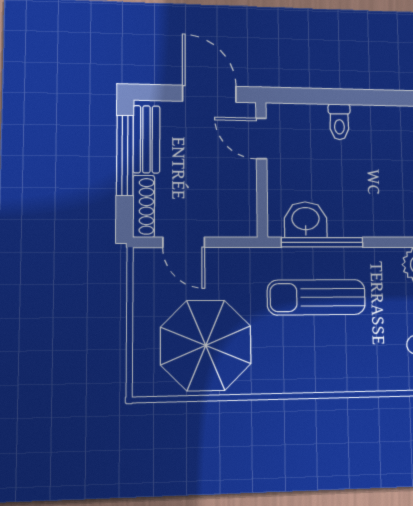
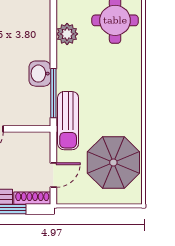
washbasin: (306, 220) -> (40, 74), moved
sun lounger: (316, 297) -> (68, 121), moved

